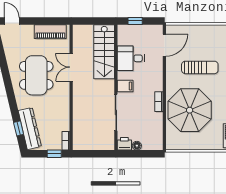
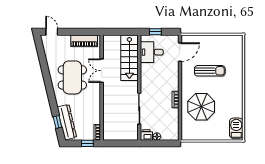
desk: (131, 58) -> (152, 52), moved
filing cabinet: (125, 86) -> (147, 86), removed
parasol: (190, 110) -> (201, 107), width x0.73, depth x0.73

